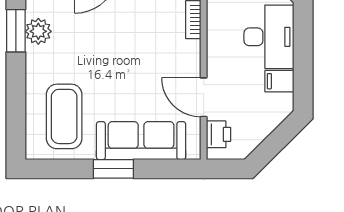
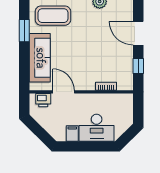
door: (204, 97) -> (64, 92), hinge flipped
window: (113, 169) -> (24, 31), moved

